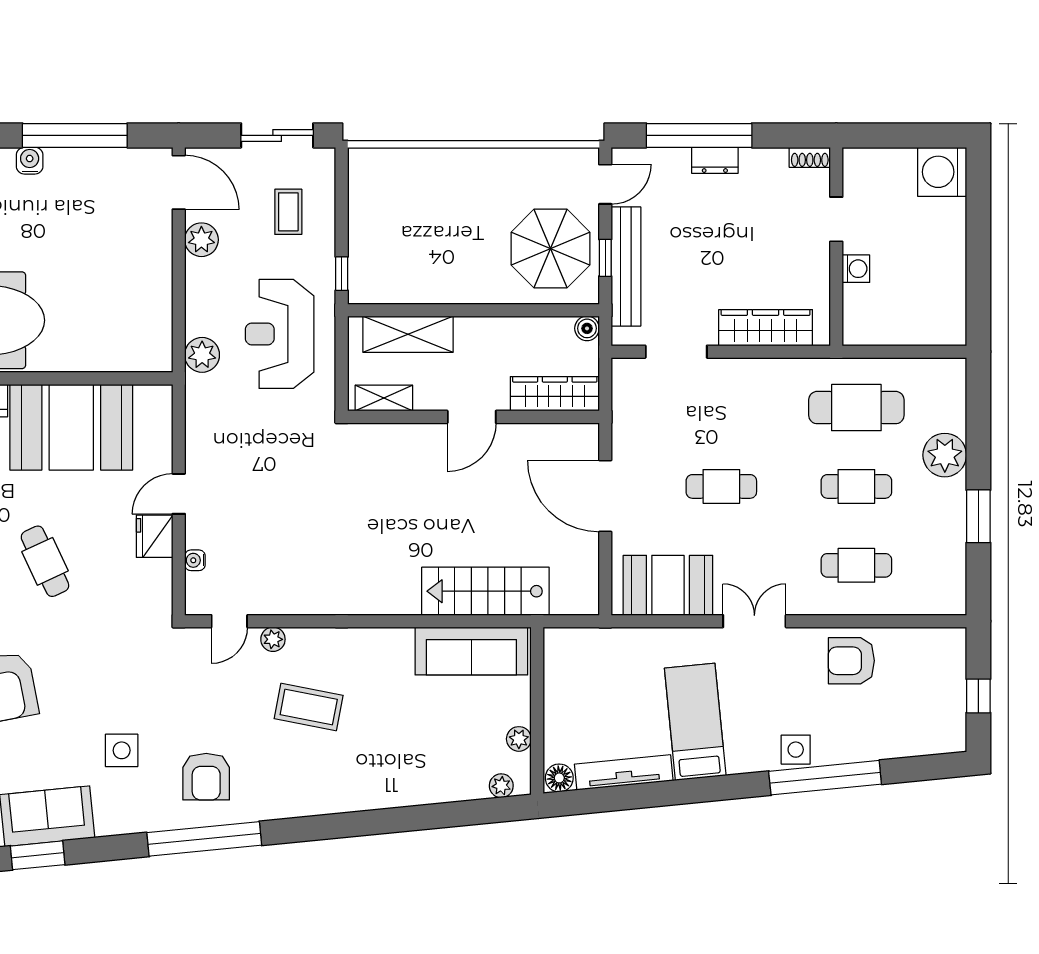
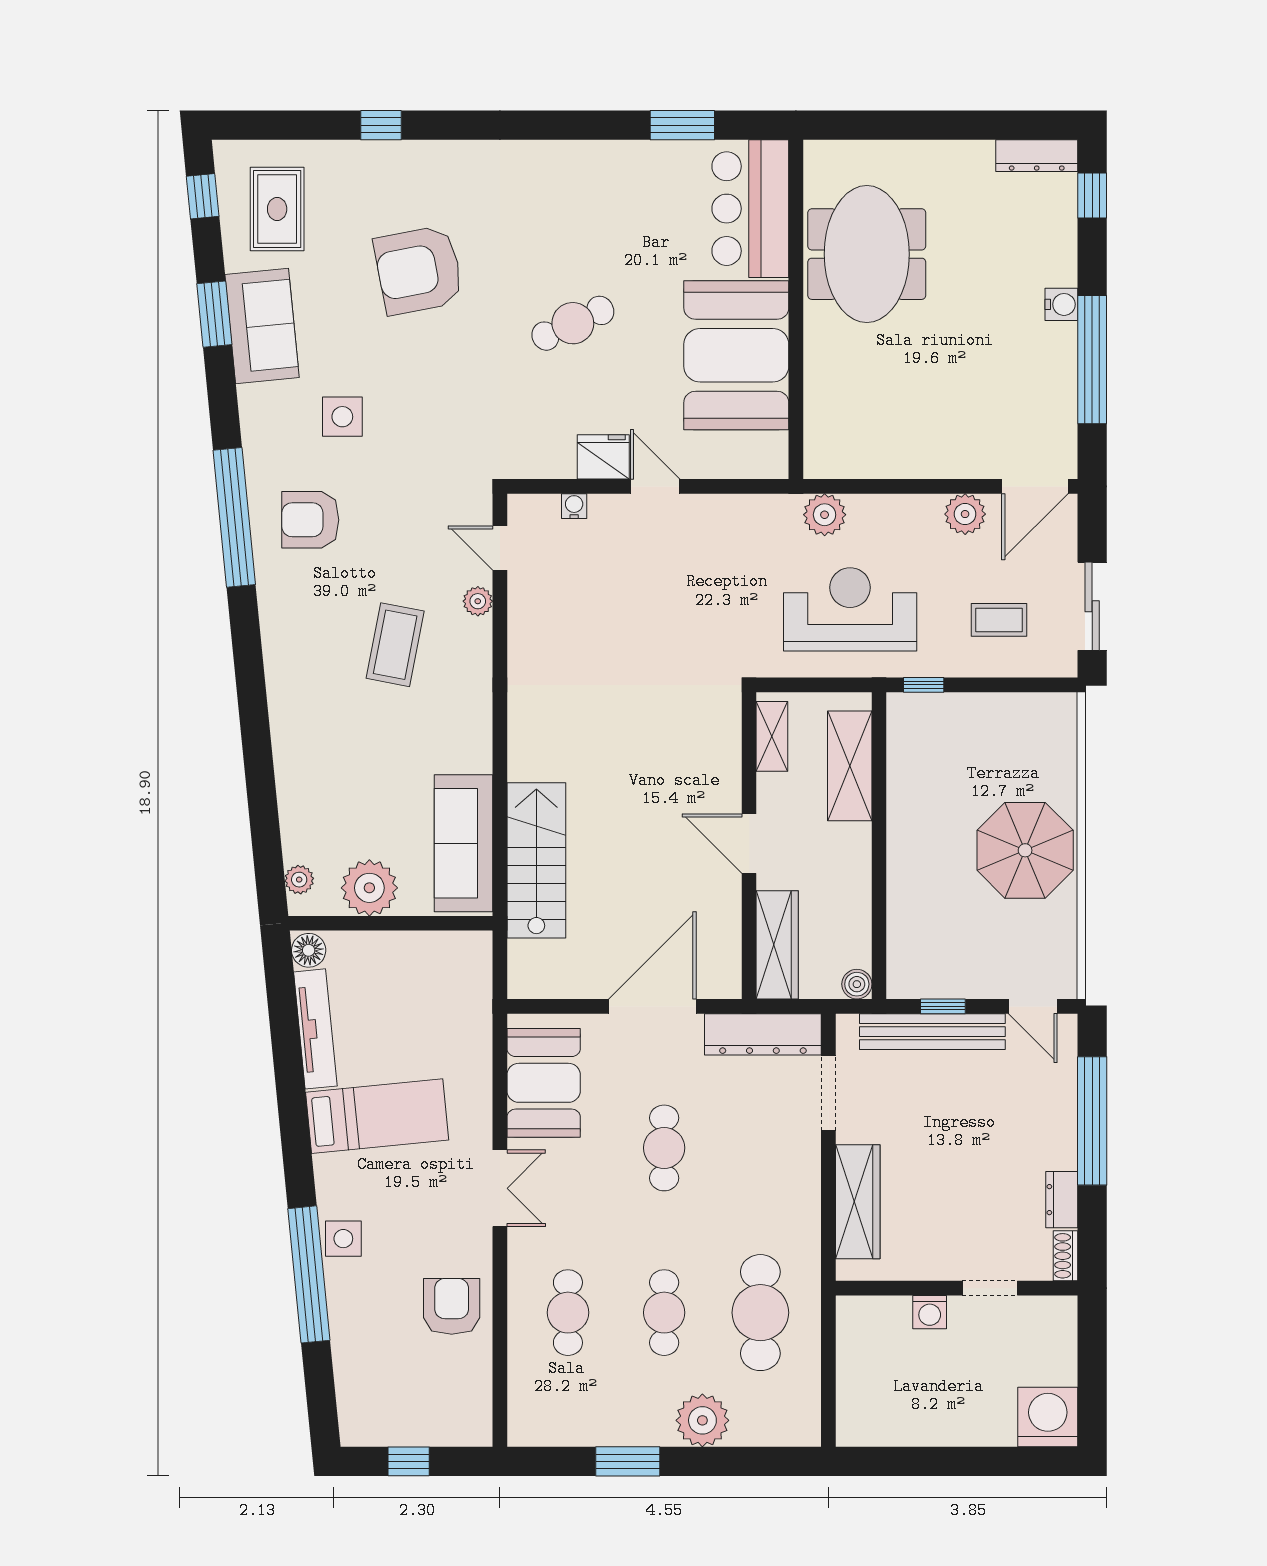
dresser: (715, 160) -> (1062, 1200), moved
parasol: (550, 249) -> (1025, 850), moved
dresser: (628, 405) -> (763, 1034), added
plant: (519, 739) -> (369, 888), width x1.87, depth x1.87

